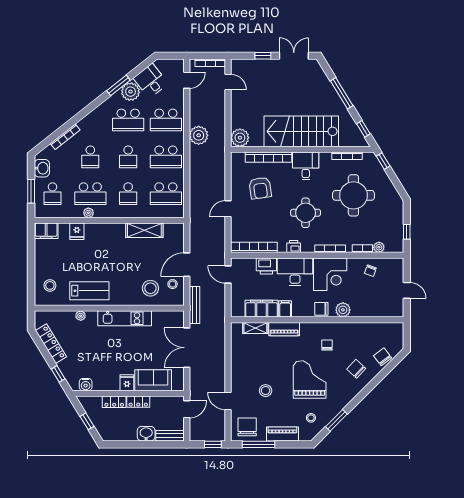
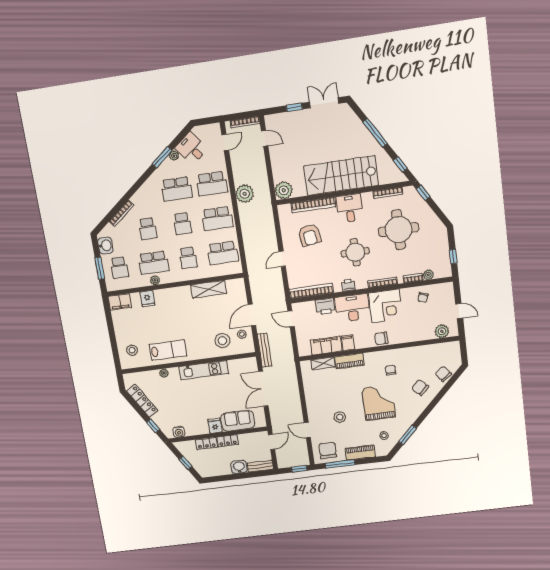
plant: (131, 92) -> (174, 156), width x0.53, depth x0.53
plant: (343, 310) -> (442, 331), moved

